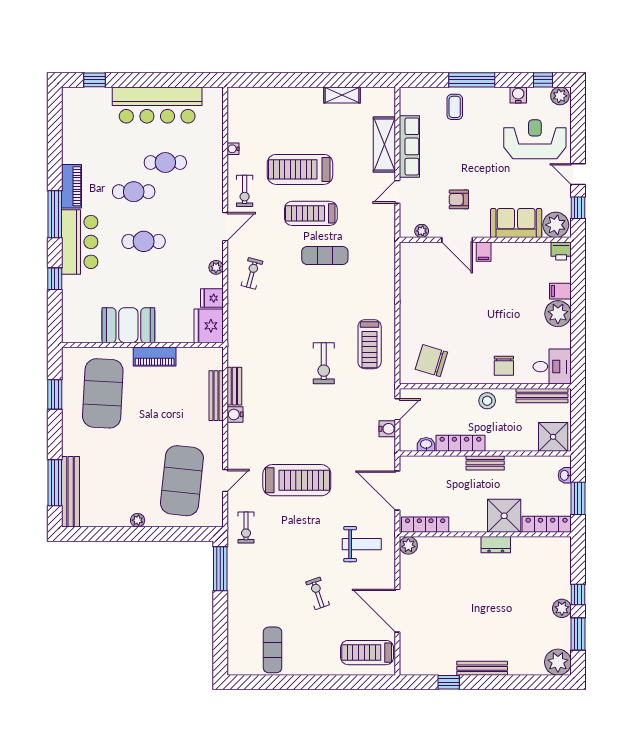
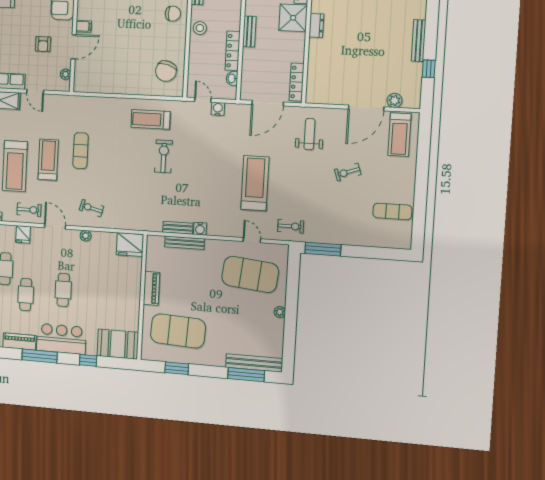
treadmill: (311, 213) -> (48, 160), turned 180
fridge: (212, 298) -> (23, 234), moved
booth: (128, 325) -> (118, 344), moved, turned 90
treadmill: (370, 344) -> (151, 119), turned 180
exercise bike: (324, 363) -> (164, 156), turned -90
plant: (408, 545) -> (394, 100), moved

